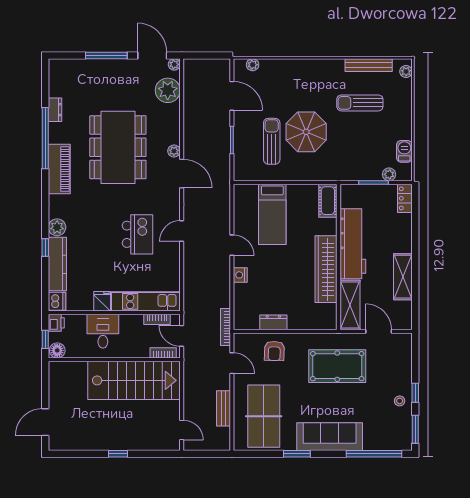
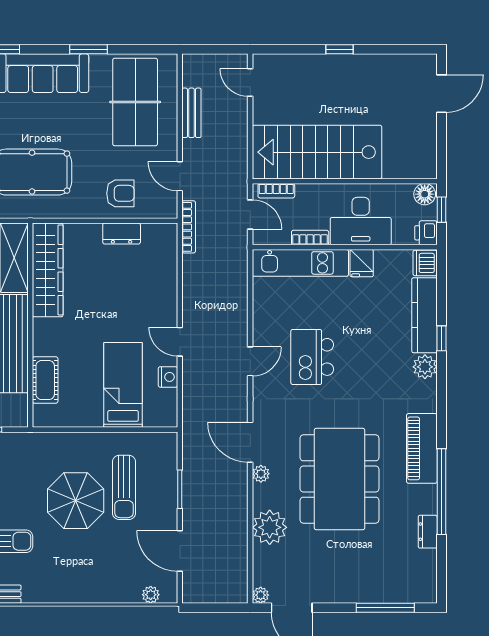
window: (106, 55) -> (385, 608), moved
plant: (168, 90) -> (270, 527), moved
cot: (328, 201) -> (45, 380), moved
wardrobe: (326, 269) -> (48, 270), moved
nightstand: (240, 275) -> (168, 377), moved
bookcase: (157, 319) -> (310, 238), moved
desk: (103, 331) -> (361, 221), width x1.37
armchair: (274, 351) -> (120, 193), turned 88

